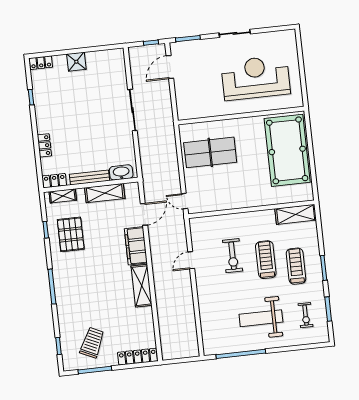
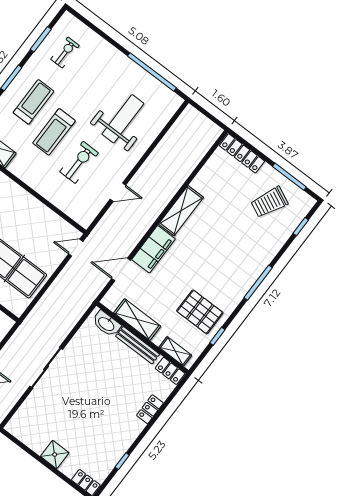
door: (185, 201) -> (76, 248), swing flipped
pallet: (71, 234) -> (200, 312), turned 90
treadmill: (296, 266) -> (33, 102), turned 180
weight bench: (261, 318) -> (123, 119), moved, turned -90

